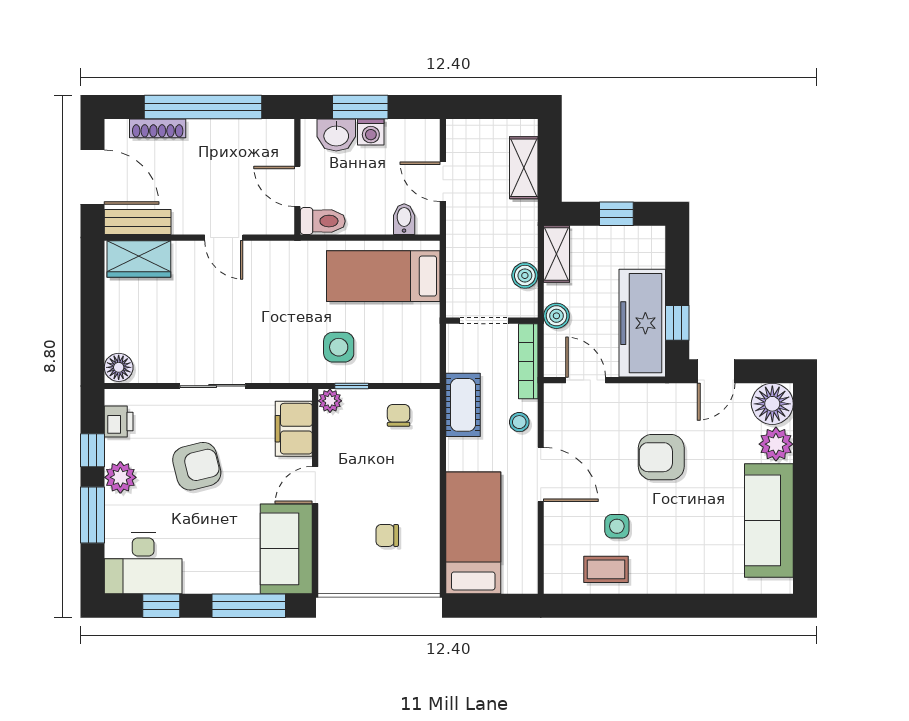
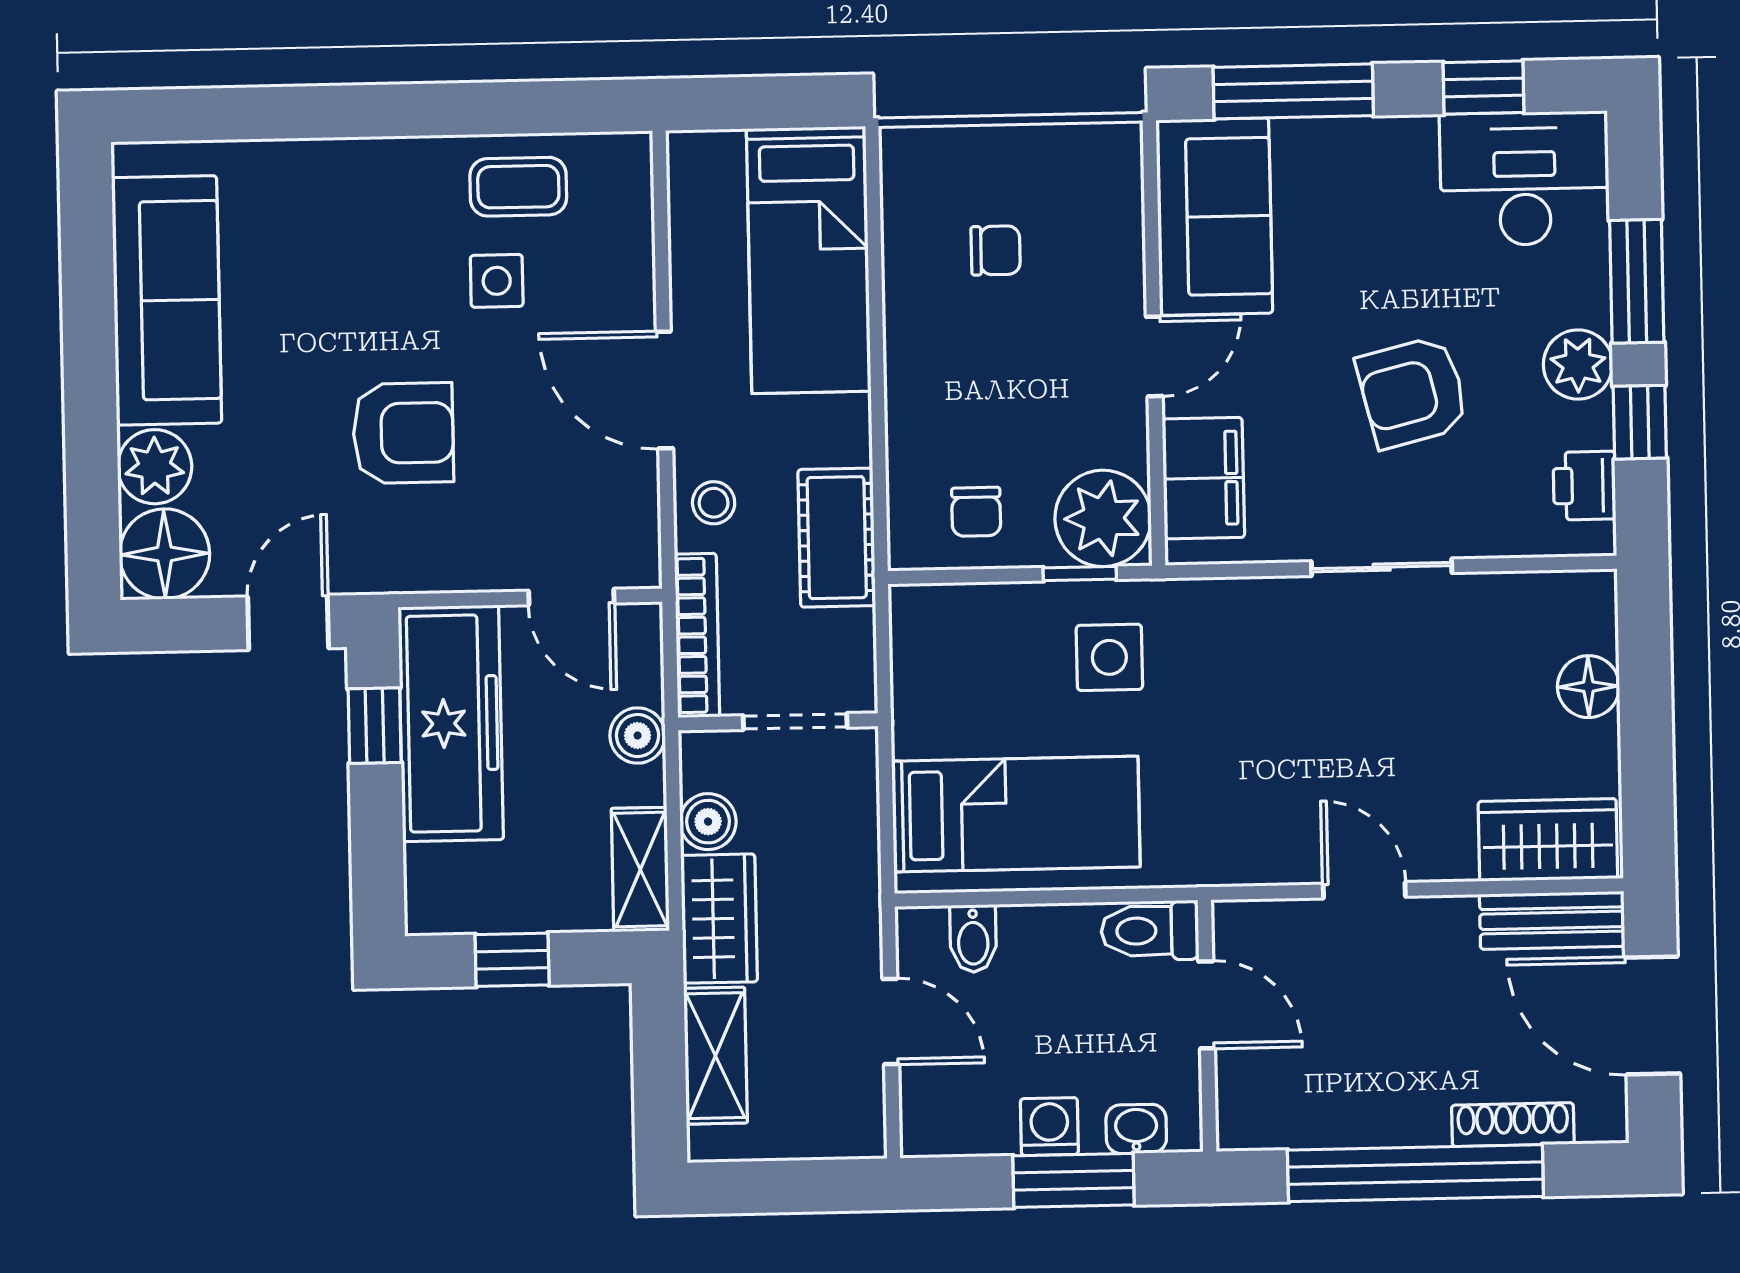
washbasin: (336, 135) -> (1136, 1129), width x0.72, depth x0.69
wardrobe: (521, 231) -> (719, 919), added
floor lamp: (119, 367) -> (1588, 687), moved
plant: (330, 401) -> (1103, 518), width x1.88, depth x1.88

